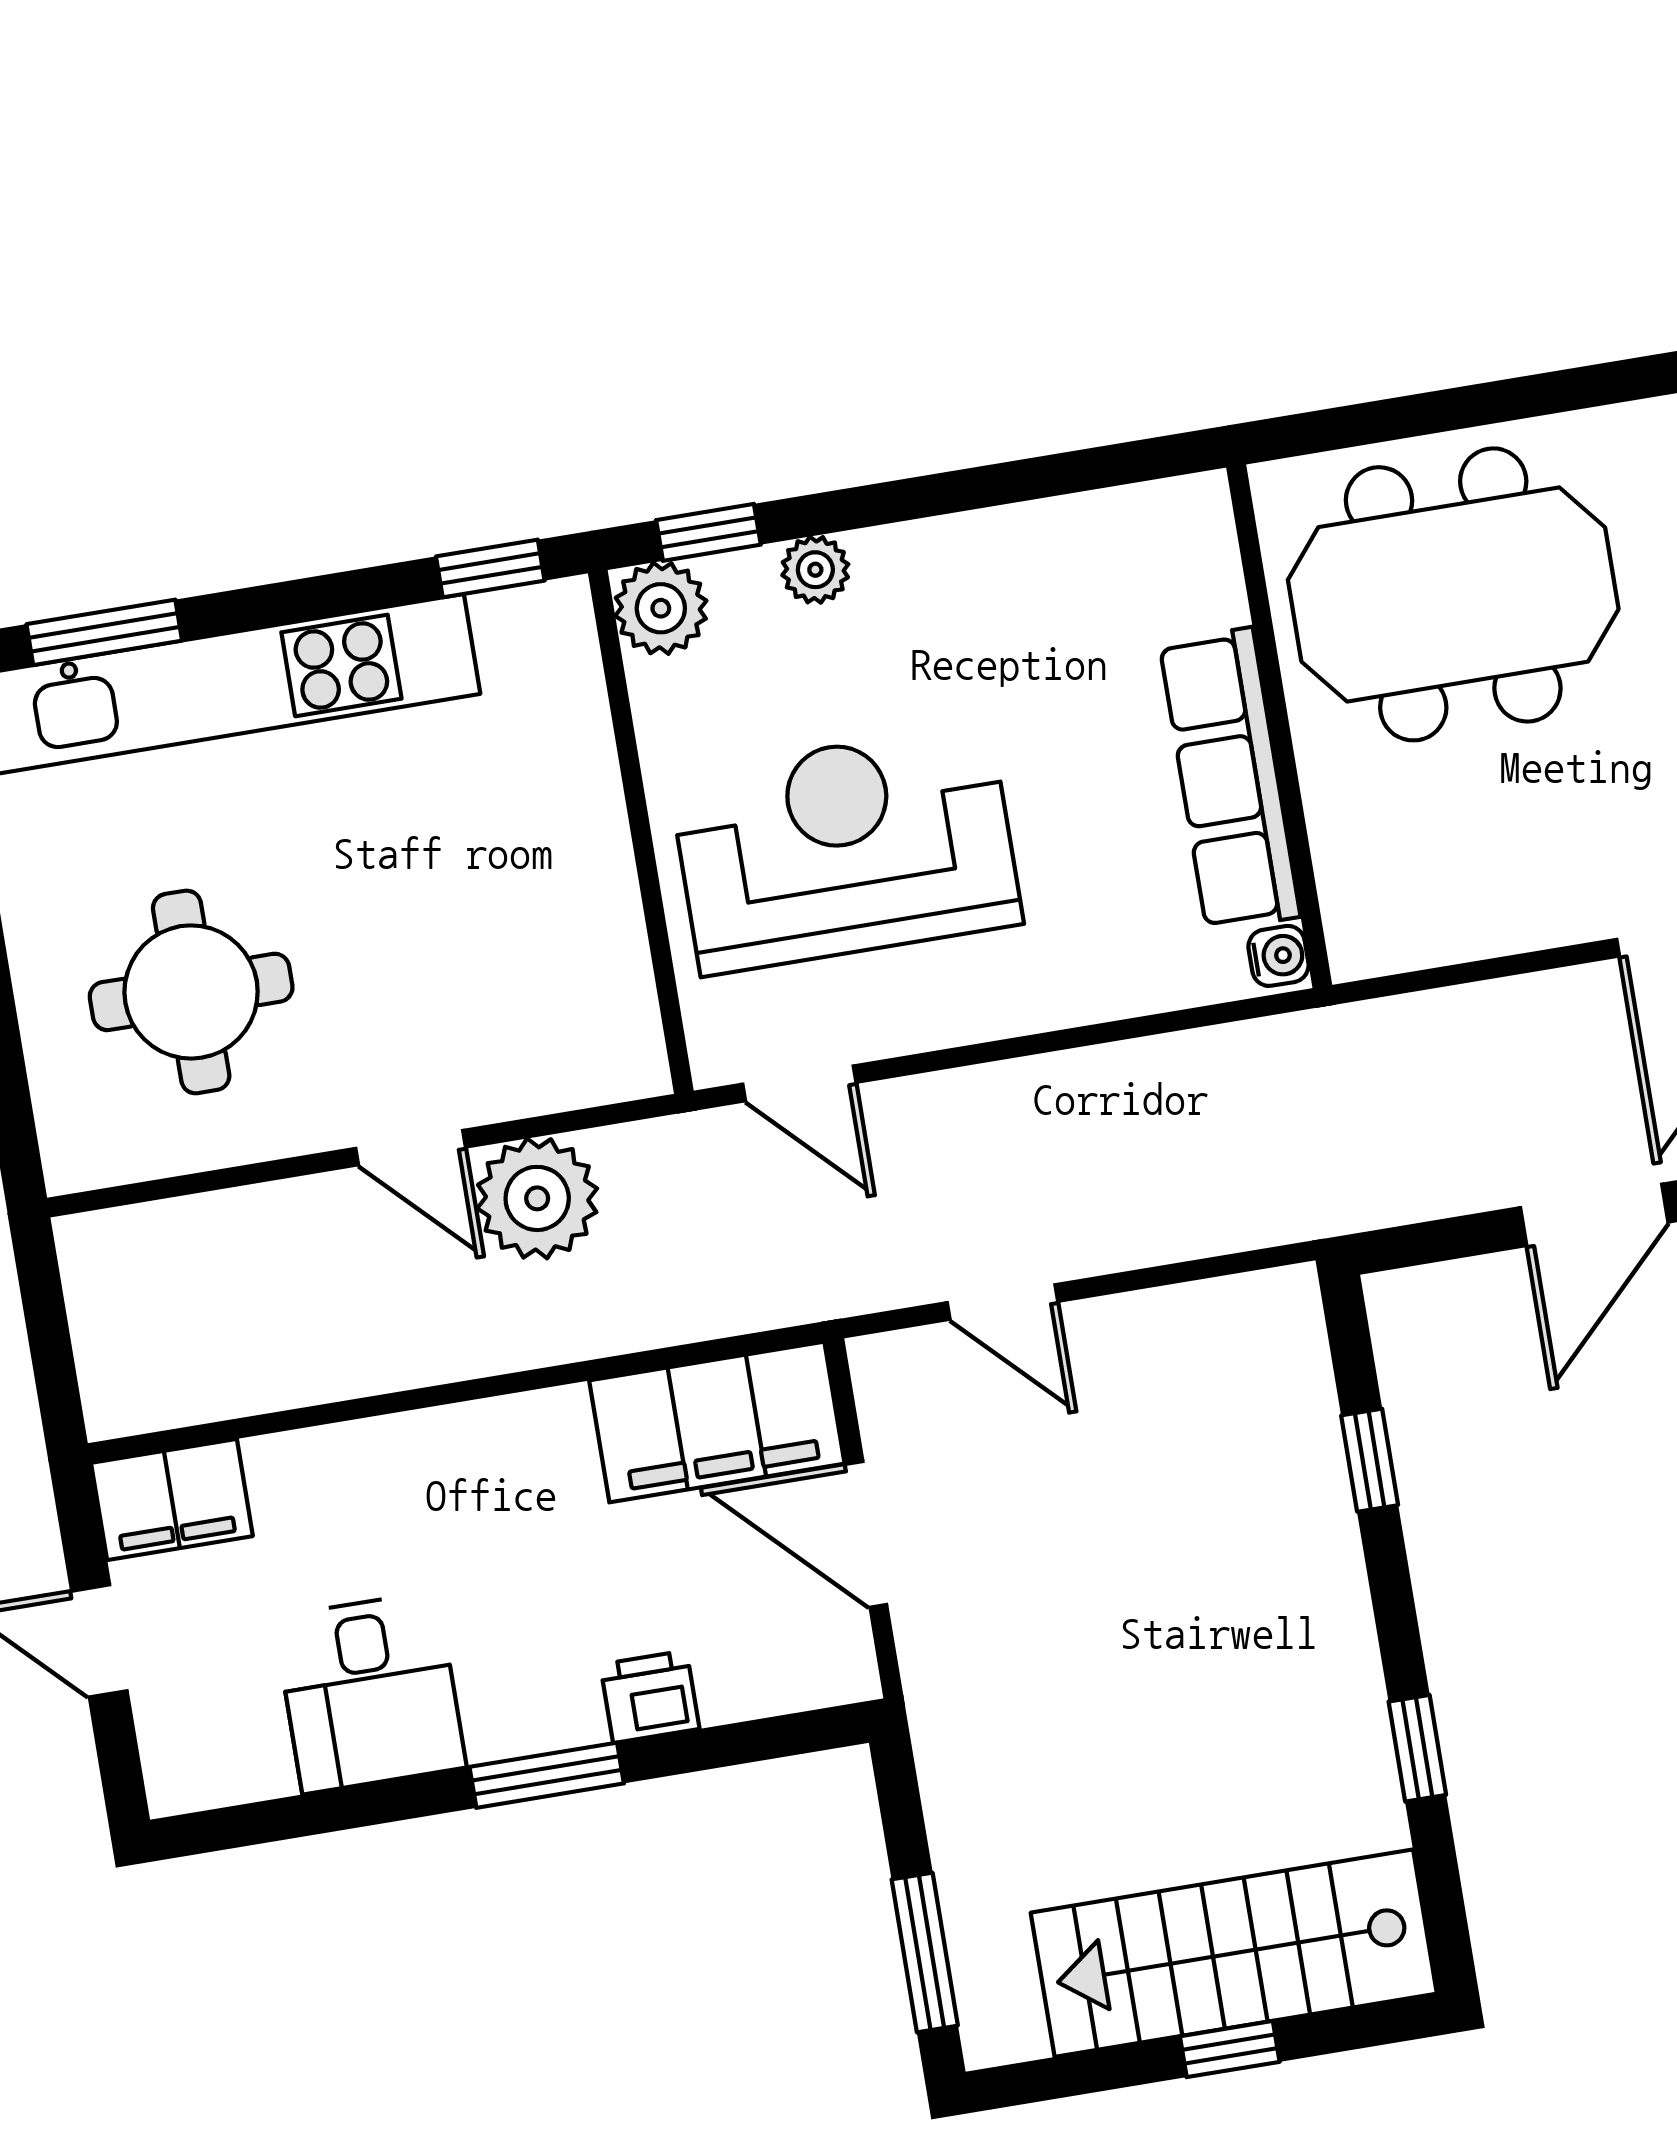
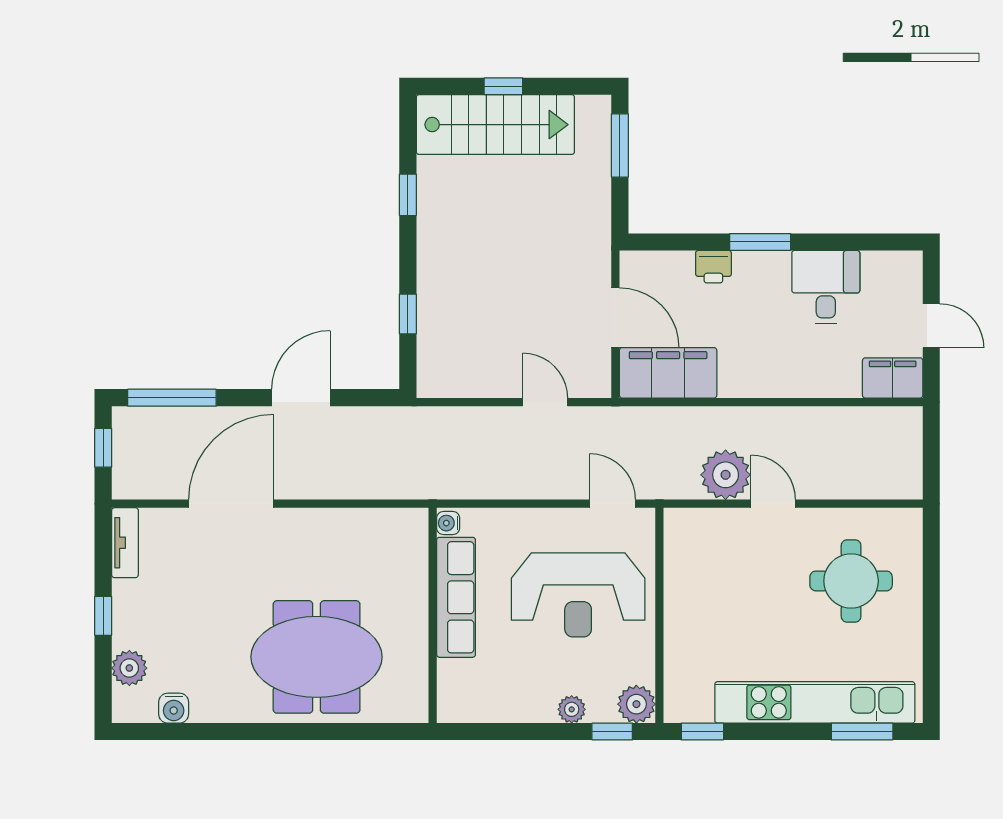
wall: (1279, 726) -> (433, 615), moved
row of seats: (1230, 780) -> (456, 597), moved
water cooler: (1279, 956) -> (448, 523), moved

